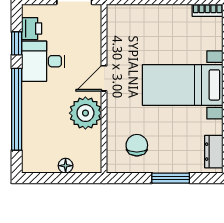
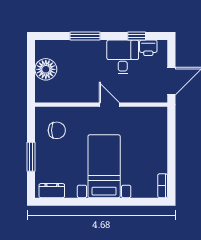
window: (17, 109) -> (85, 36), width x0.47
plant: (85, 113) -> (82, 90), removed
floor lamp: (66, 166) -> (46, 69), width x1.89, depth x1.89

